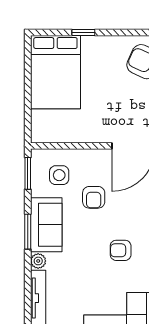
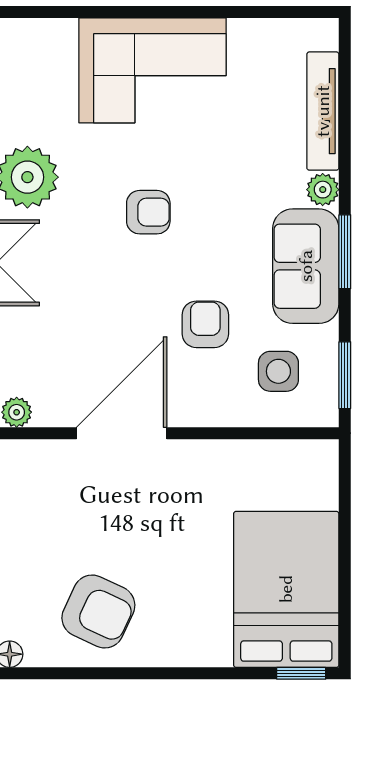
window: (83, 32) -> (301, 673), moved

